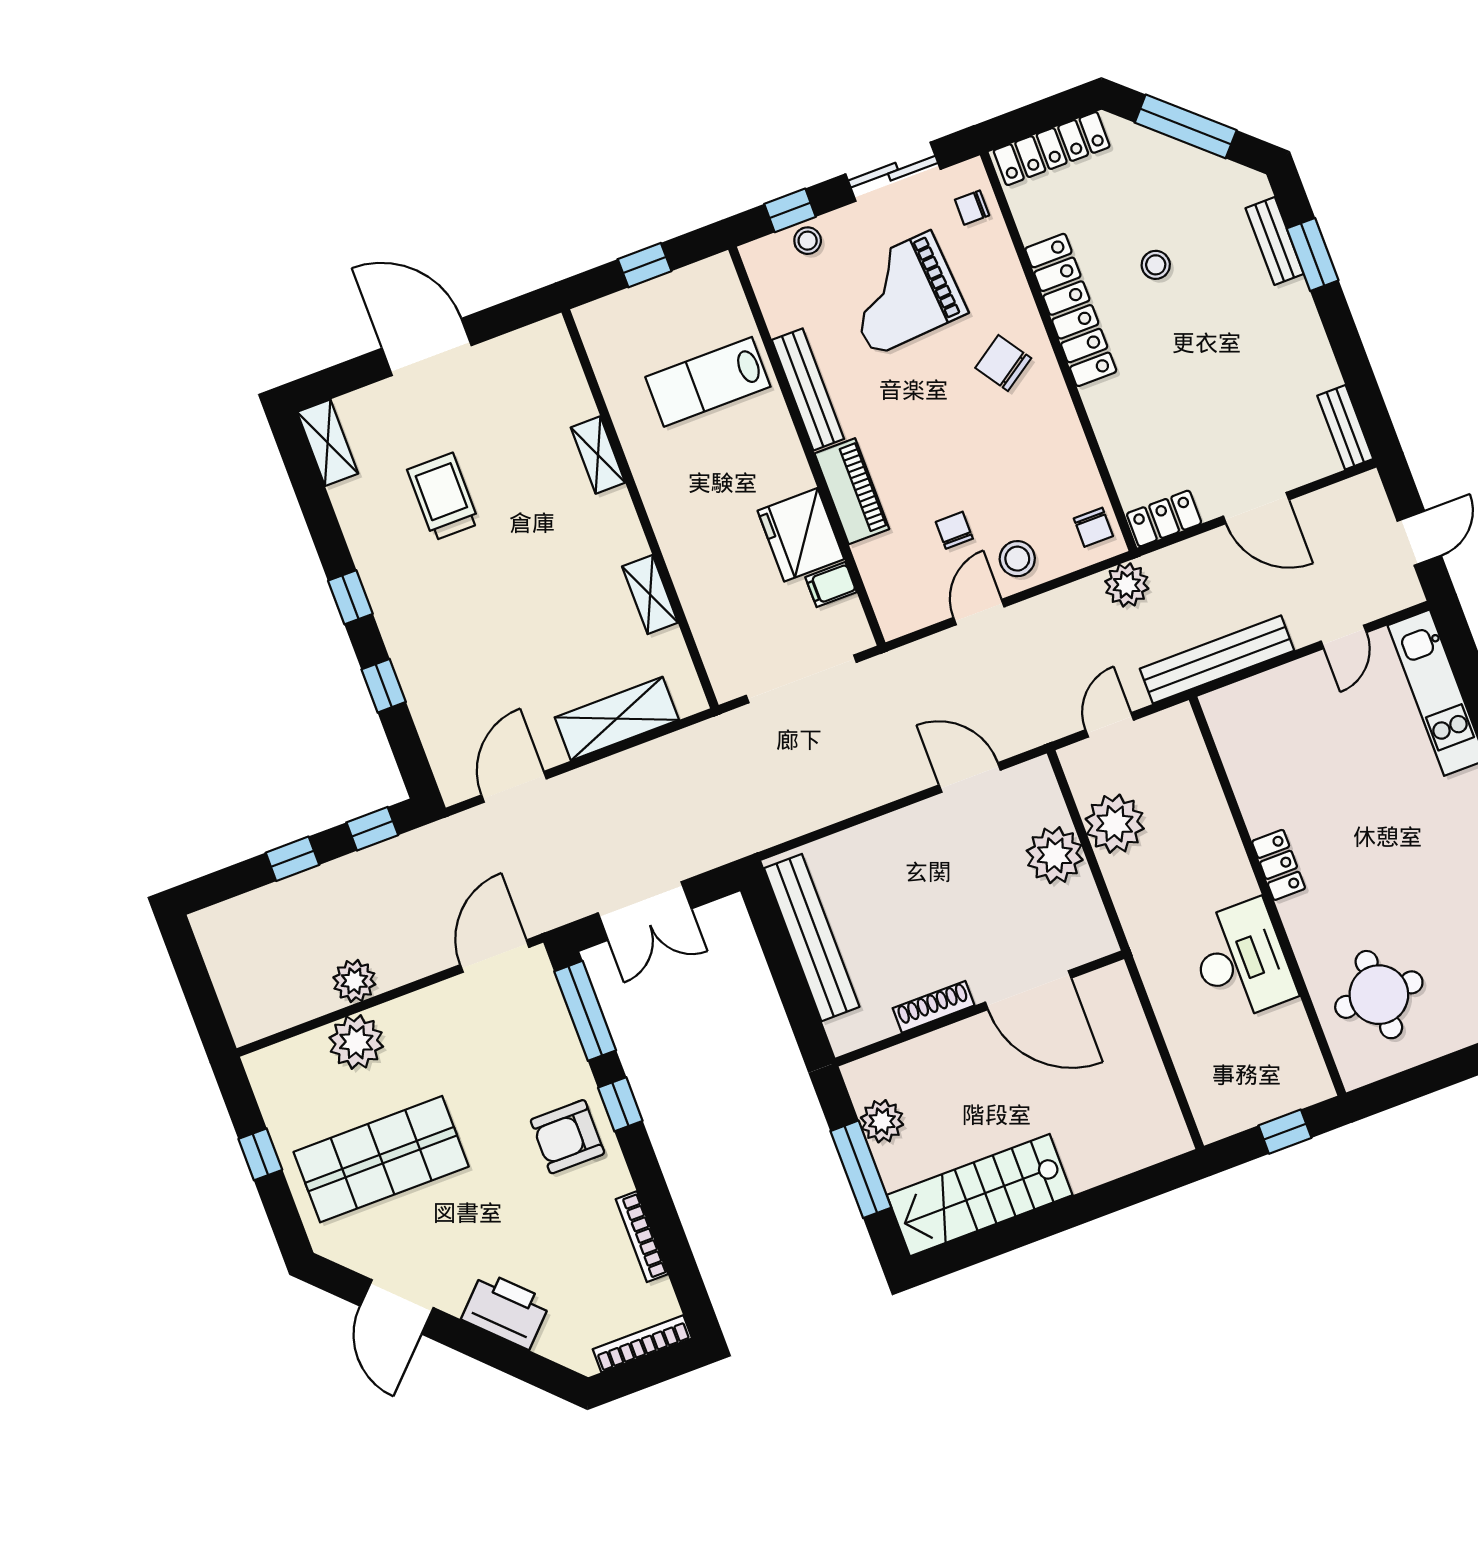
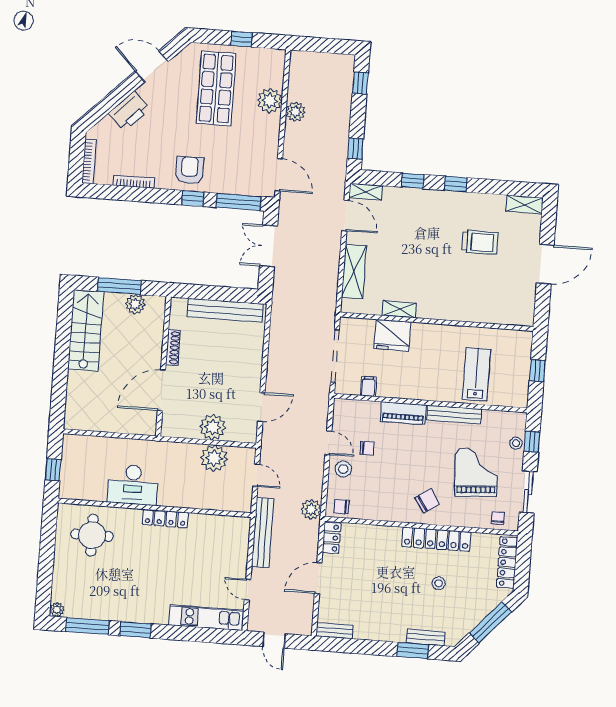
shelving: (598, 455) -> (366, 192), moved
fridge: (801, 535) -> (392, 335), moved, turned 180
window: (292, 859) -> (360, 83), moved
locker: (1279, 865) -> (165, 519), width x1.53

